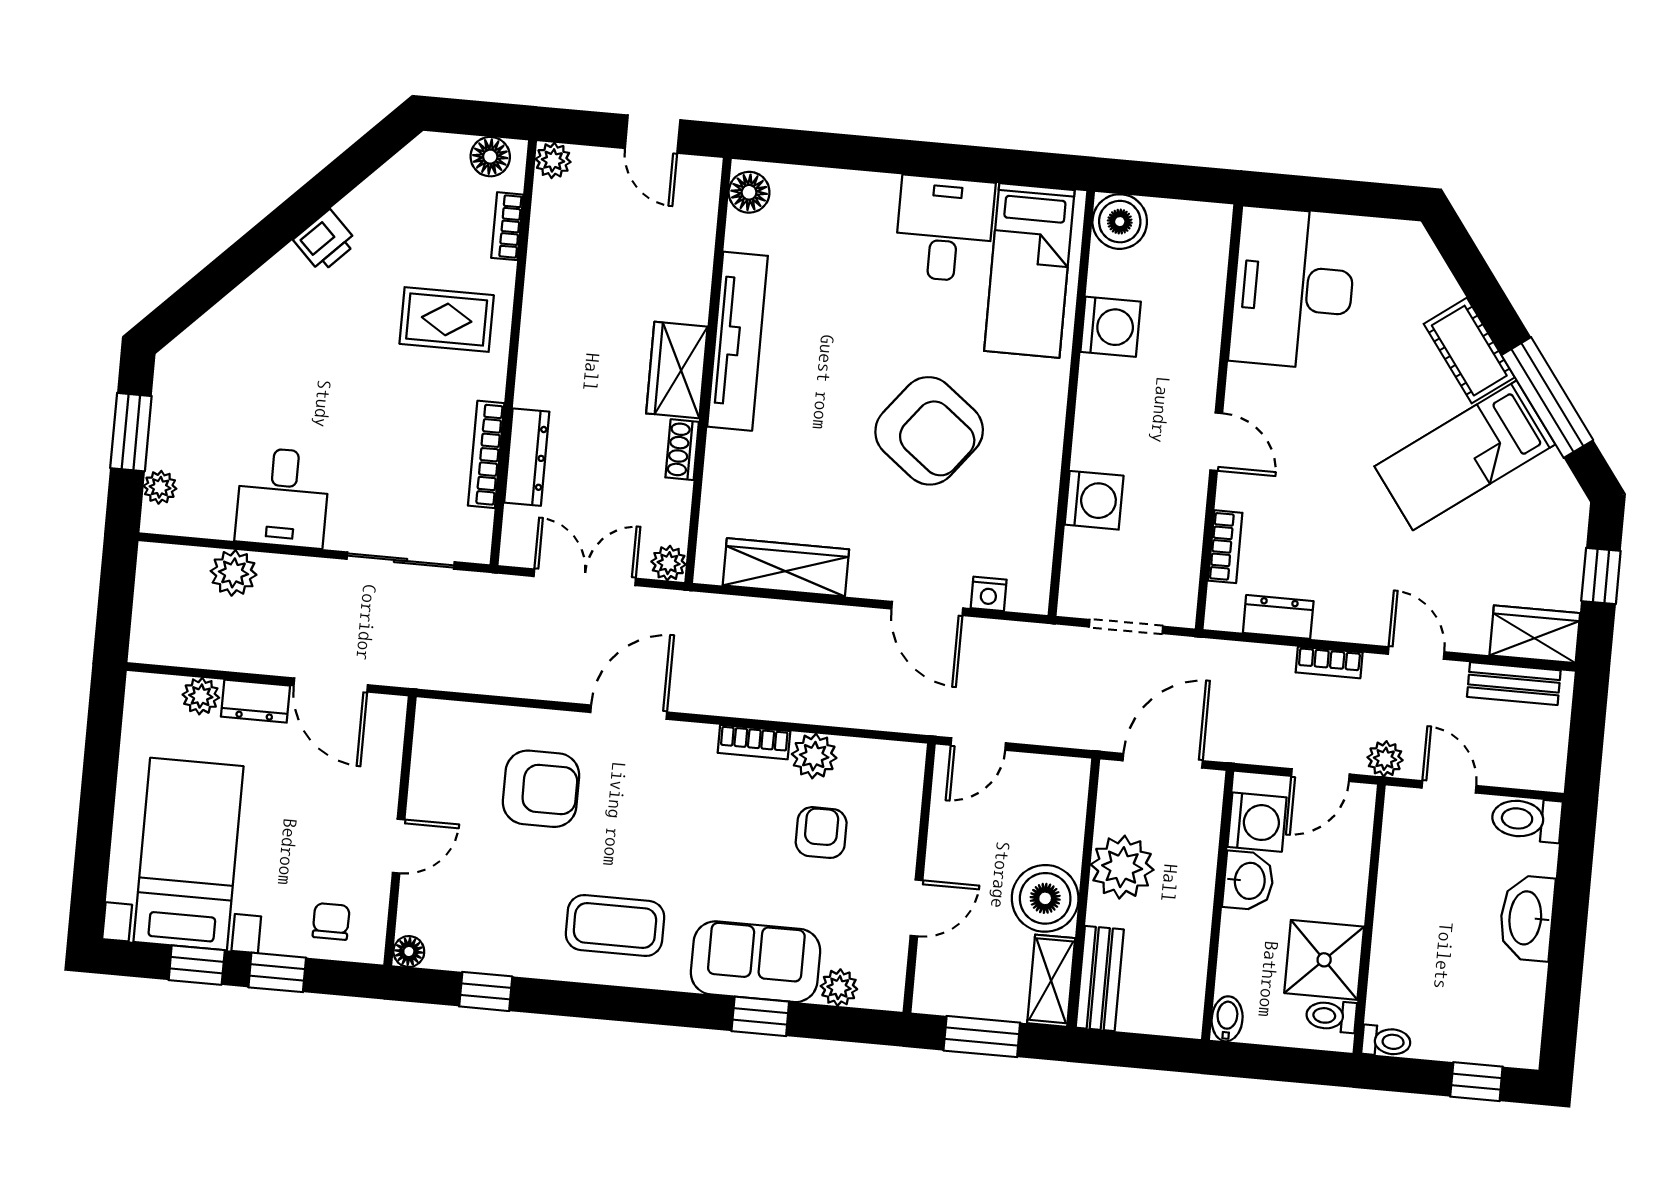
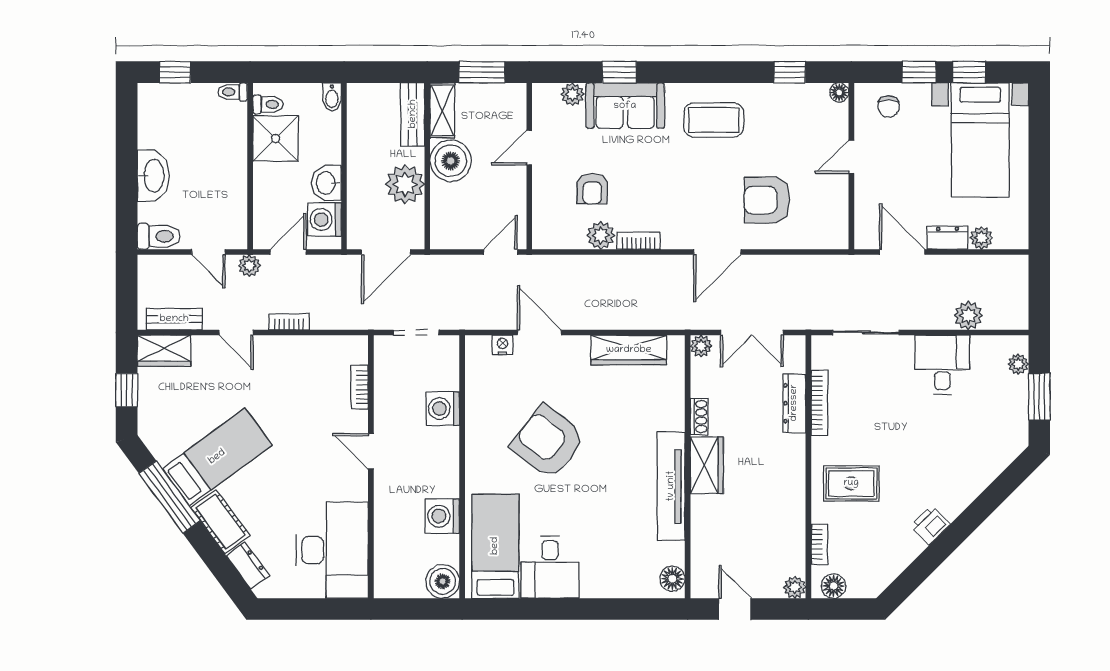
dresser: (1278, 617) -> (248, 566), moved, turned -126

